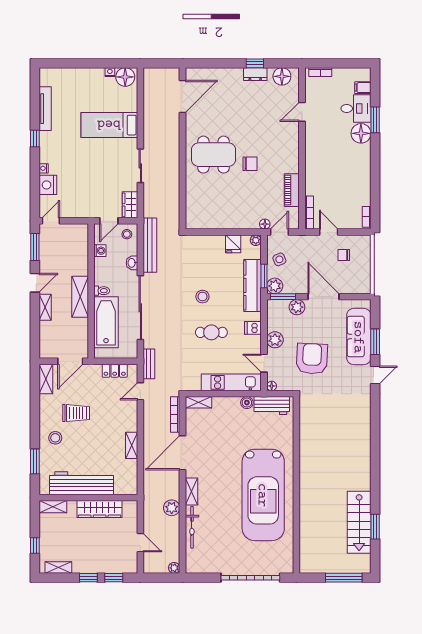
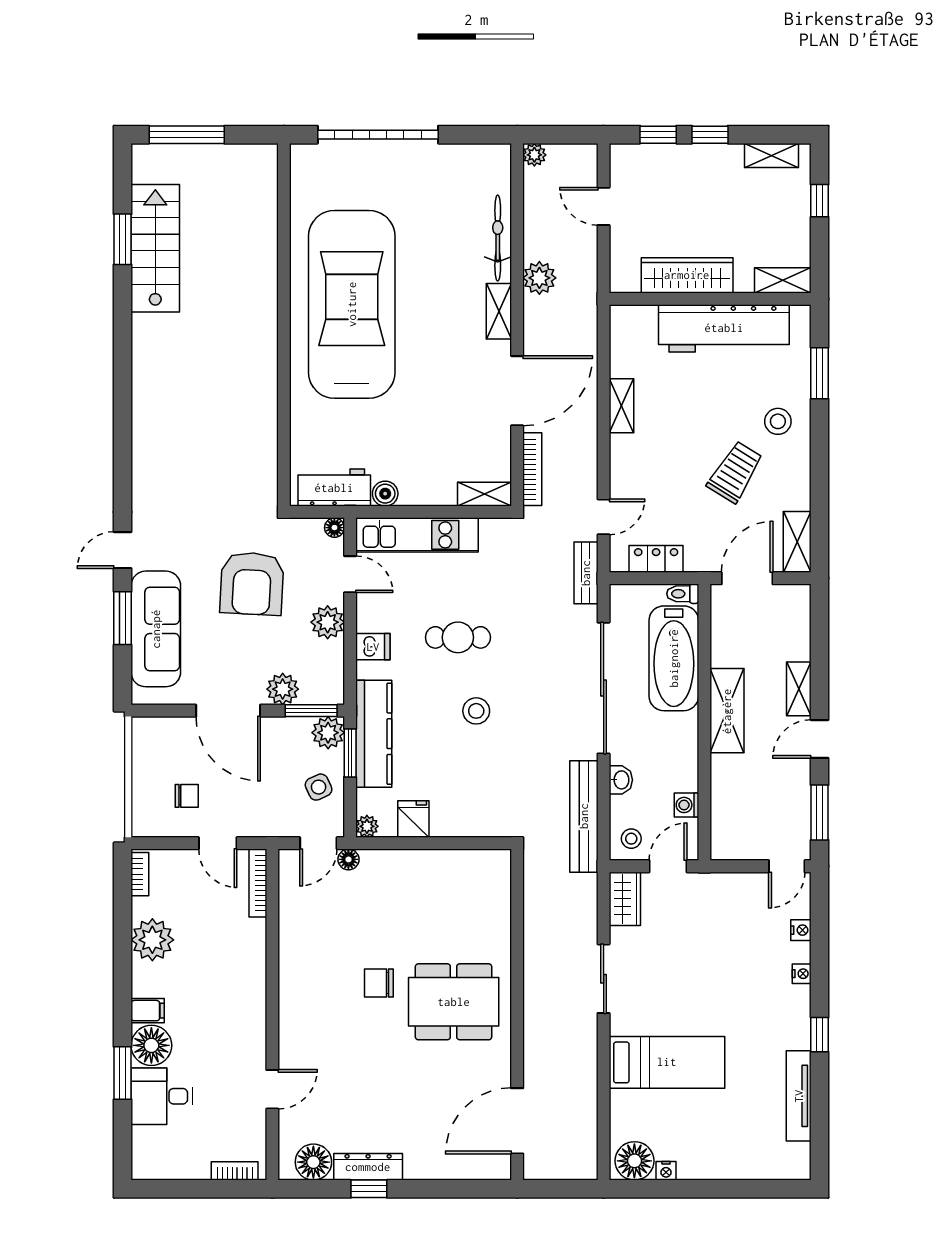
dresser: (255, 74) -> (368, 1167), width x1.44
filing cabinet: (363, 88) -> (148, 1011), moved
nightstand: (48, 185) -> (801, 930), width x0.53, depth x0.56
plant: (360, 185) -> (152, 940), added
piano: (292, 190) -> (293, 929), removed
toilet: (102, 291) -> (683, 594), moved
trolley: (76, 413) -> (735, 472), turned 122

